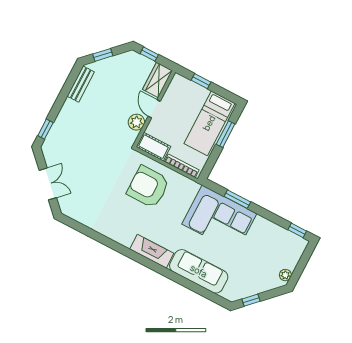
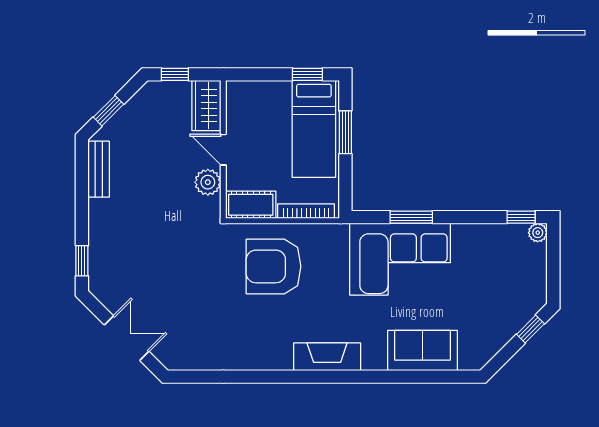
window: (201, 81) -> (307, 74), moved
sofa: (199, 271) -> (423, 350), width x0.73
plant: (285, 275) -> (538, 233), moved
window: (251, 300) -> (530, 329), moved

